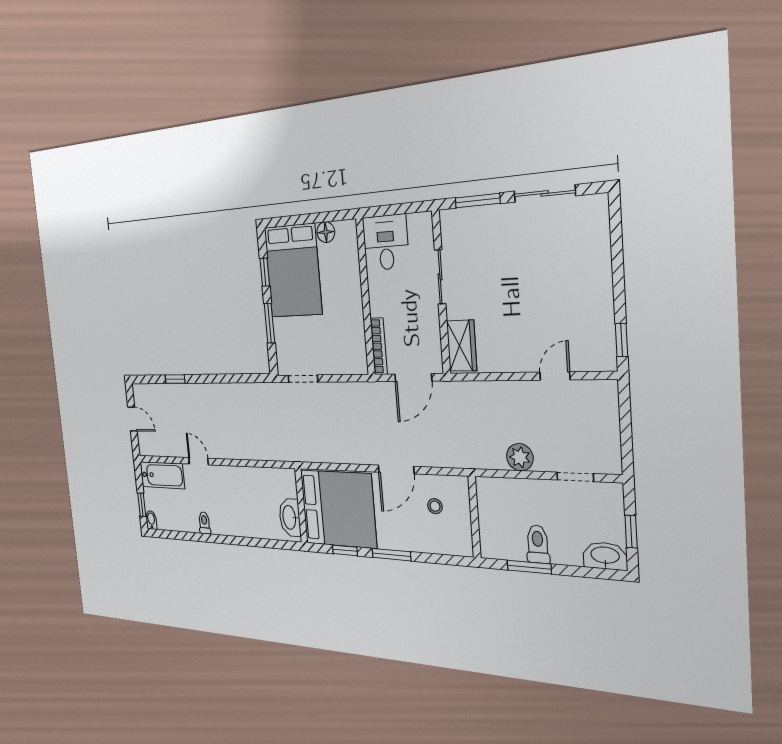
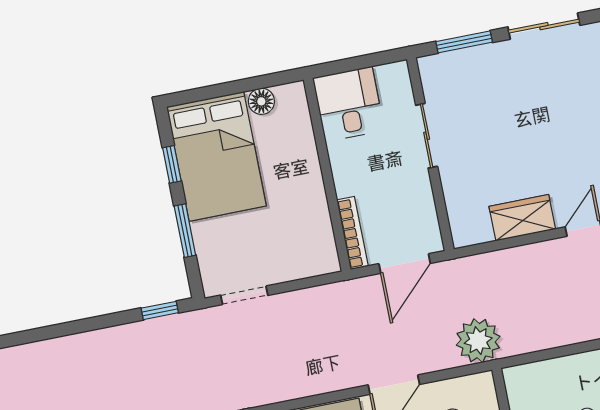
wardrobe: (462, 346) -> (522, 218), moved, turned -90
window: (175, 379) -> (160, 310), moved
plant: (520, 457) -> (478, 341), moved, width x1.36, depth x1.36

